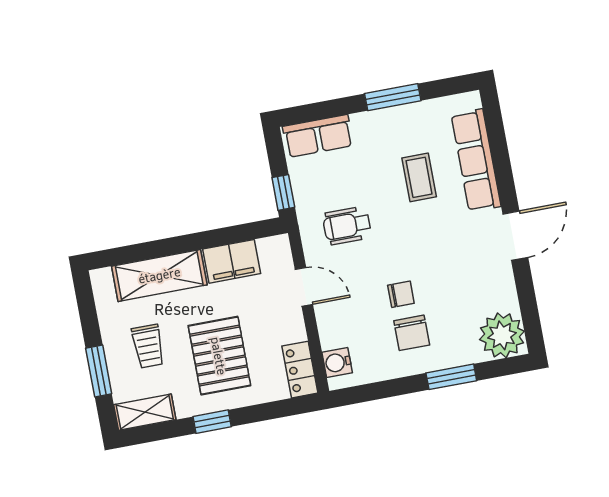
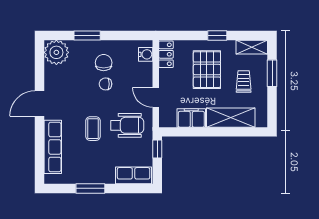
coffee table: (419, 177) -> (93, 129), moved
wheelchair: (347, 226) -> (127, 125), width x1.36, depth x1.37

